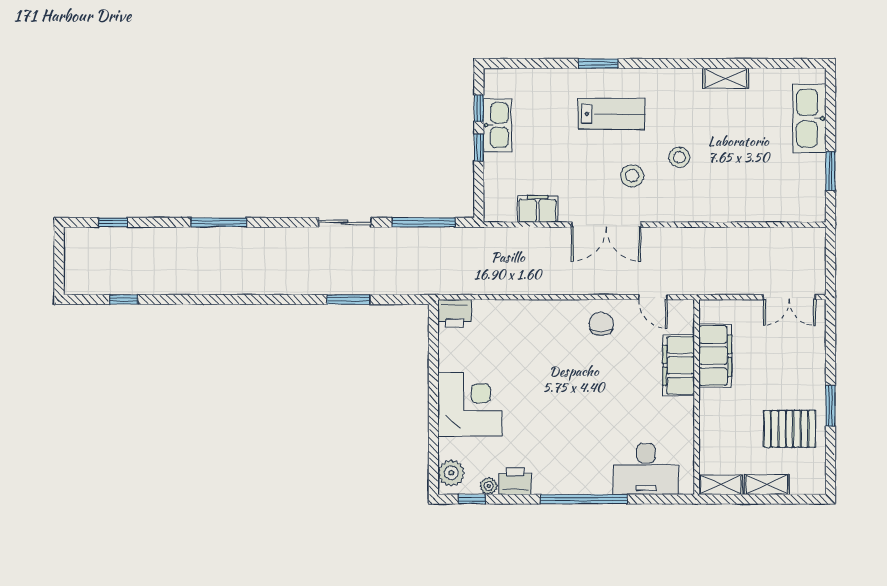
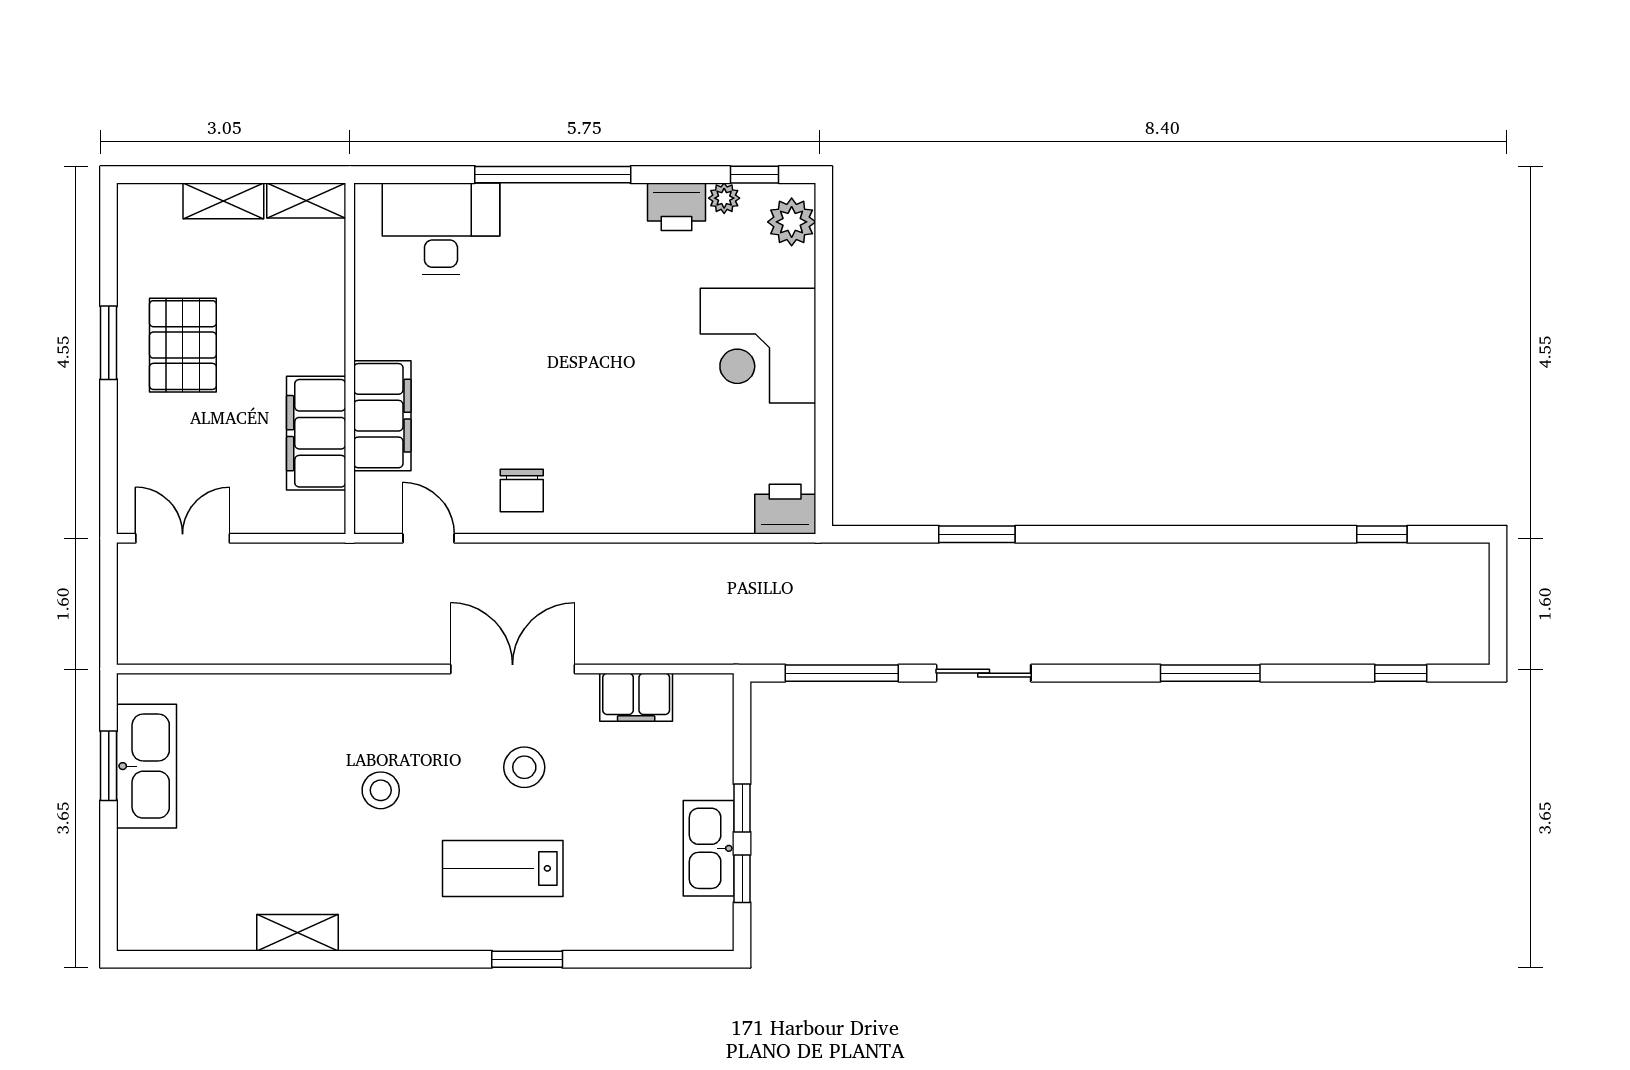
kitchen sink: (809, 118) -> (147, 766), moved
stool: (632, 176) -> (524, 767), moved
pallet: (790, 429) -> (183, 345), moved, turned 90

